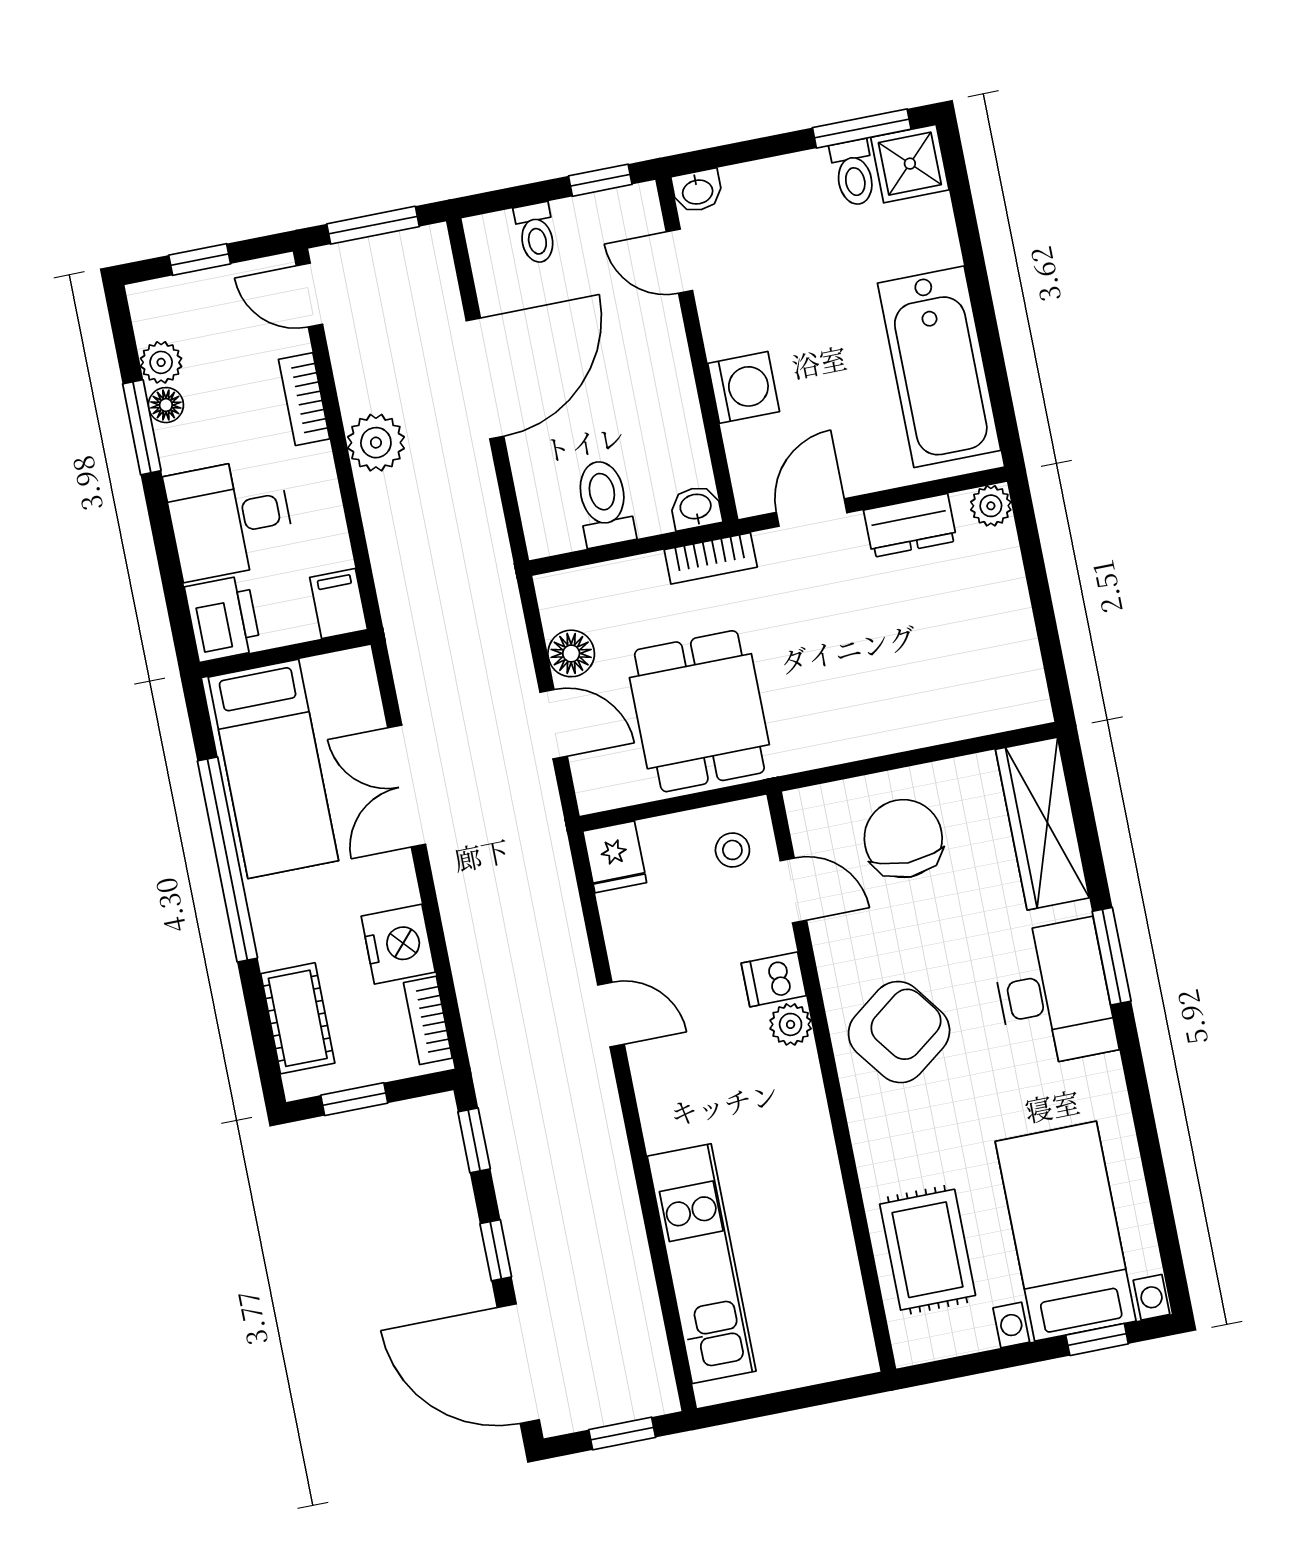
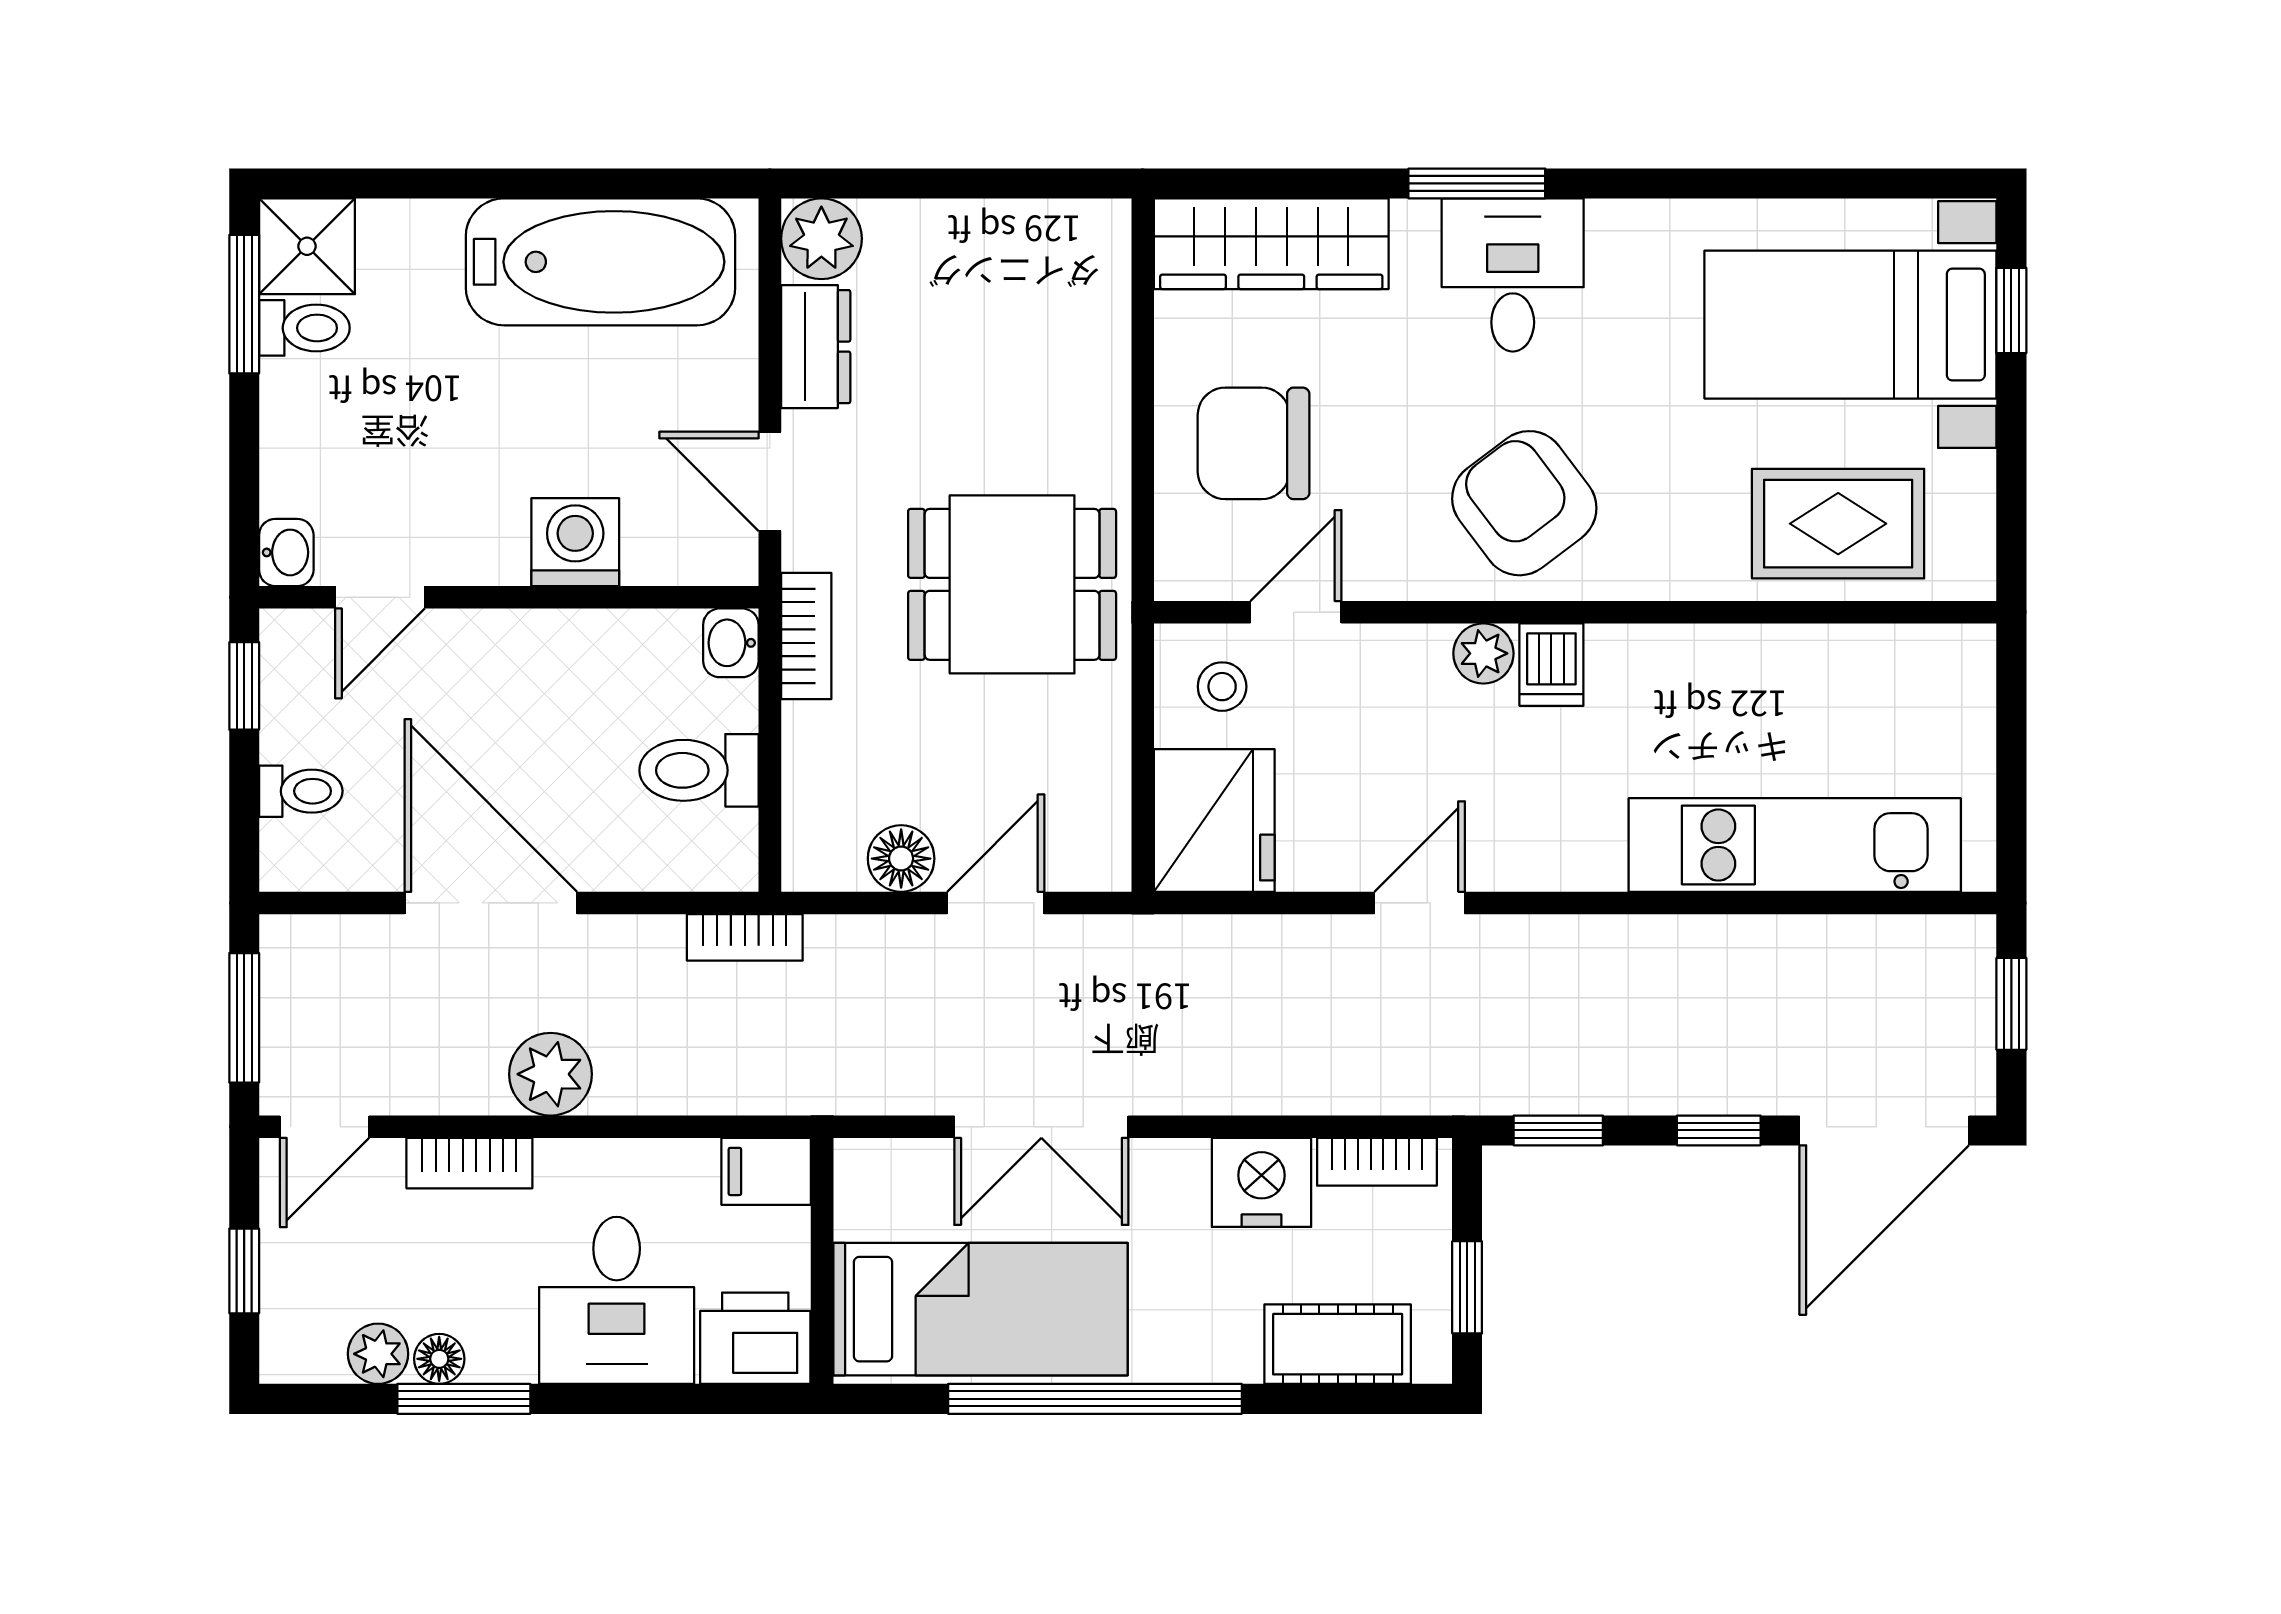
plant: (991, 506) -> (821, 239), width x1.38, depth x1.38
bookcase: (496, 557) -> (745, 937), added
dining table: (699, 711) -> (1012, 584), moved
fridge: (615, 857) -> (1214, 820), width x1.88, depth x1.34
dishwasher: (774, 979) -> (1551, 665), moved
desk: (1054, 993) -> (1513, 275), width x0.73

